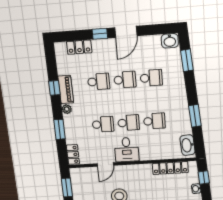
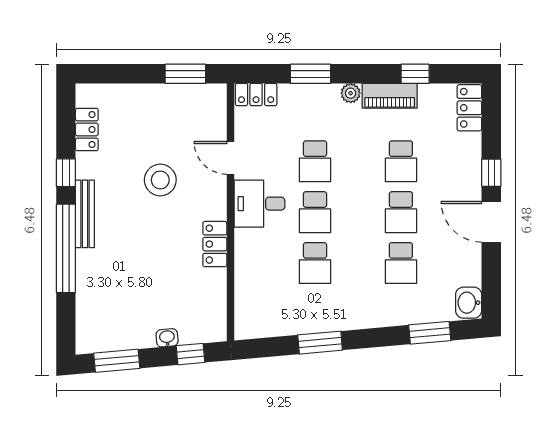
locker: (79, 47) -> (469, 108), moved
window: (54, 88) -> (415, 74), moved
washbasin: (187, 145) -> (261, 325), removed
locker: (170, 168) -> (215, 244), moved, width x0.66

